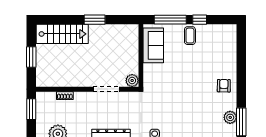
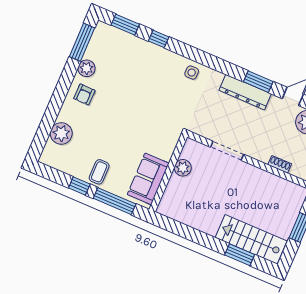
window: (95, 20) -> (240, 255), moved
plant: (228, 51) -> (61, 133), added
plant: (132, 81) -> (183, 168), moved
plant: (230, 117) -> (86, 68), moved

